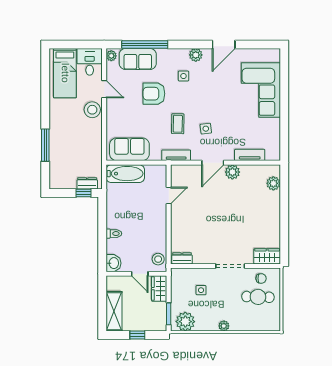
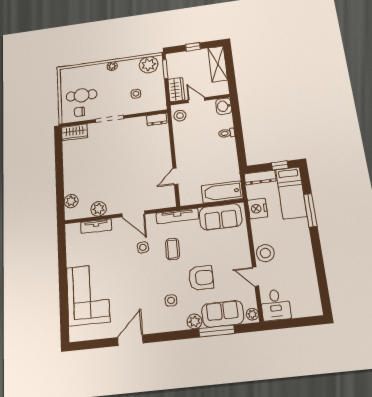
window: (145, 44) -> (217, 331), width x0.68
plant: (196, 55) -> (195, 321), moved
bed: (65, 73) -> (291, 193), moved, turned 180
nightstand: (94, 153) -> (258, 209), added
tv unit: (176, 155) -> (177, 216), width x1.41
door: (213, 163) -> (133, 214), swing flipped
plant: (232, 172) -> (99, 209), moved
dresser: (87, 183) -> (260, 177), width x1.44
window: (83, 193) -> (280, 165), moved

